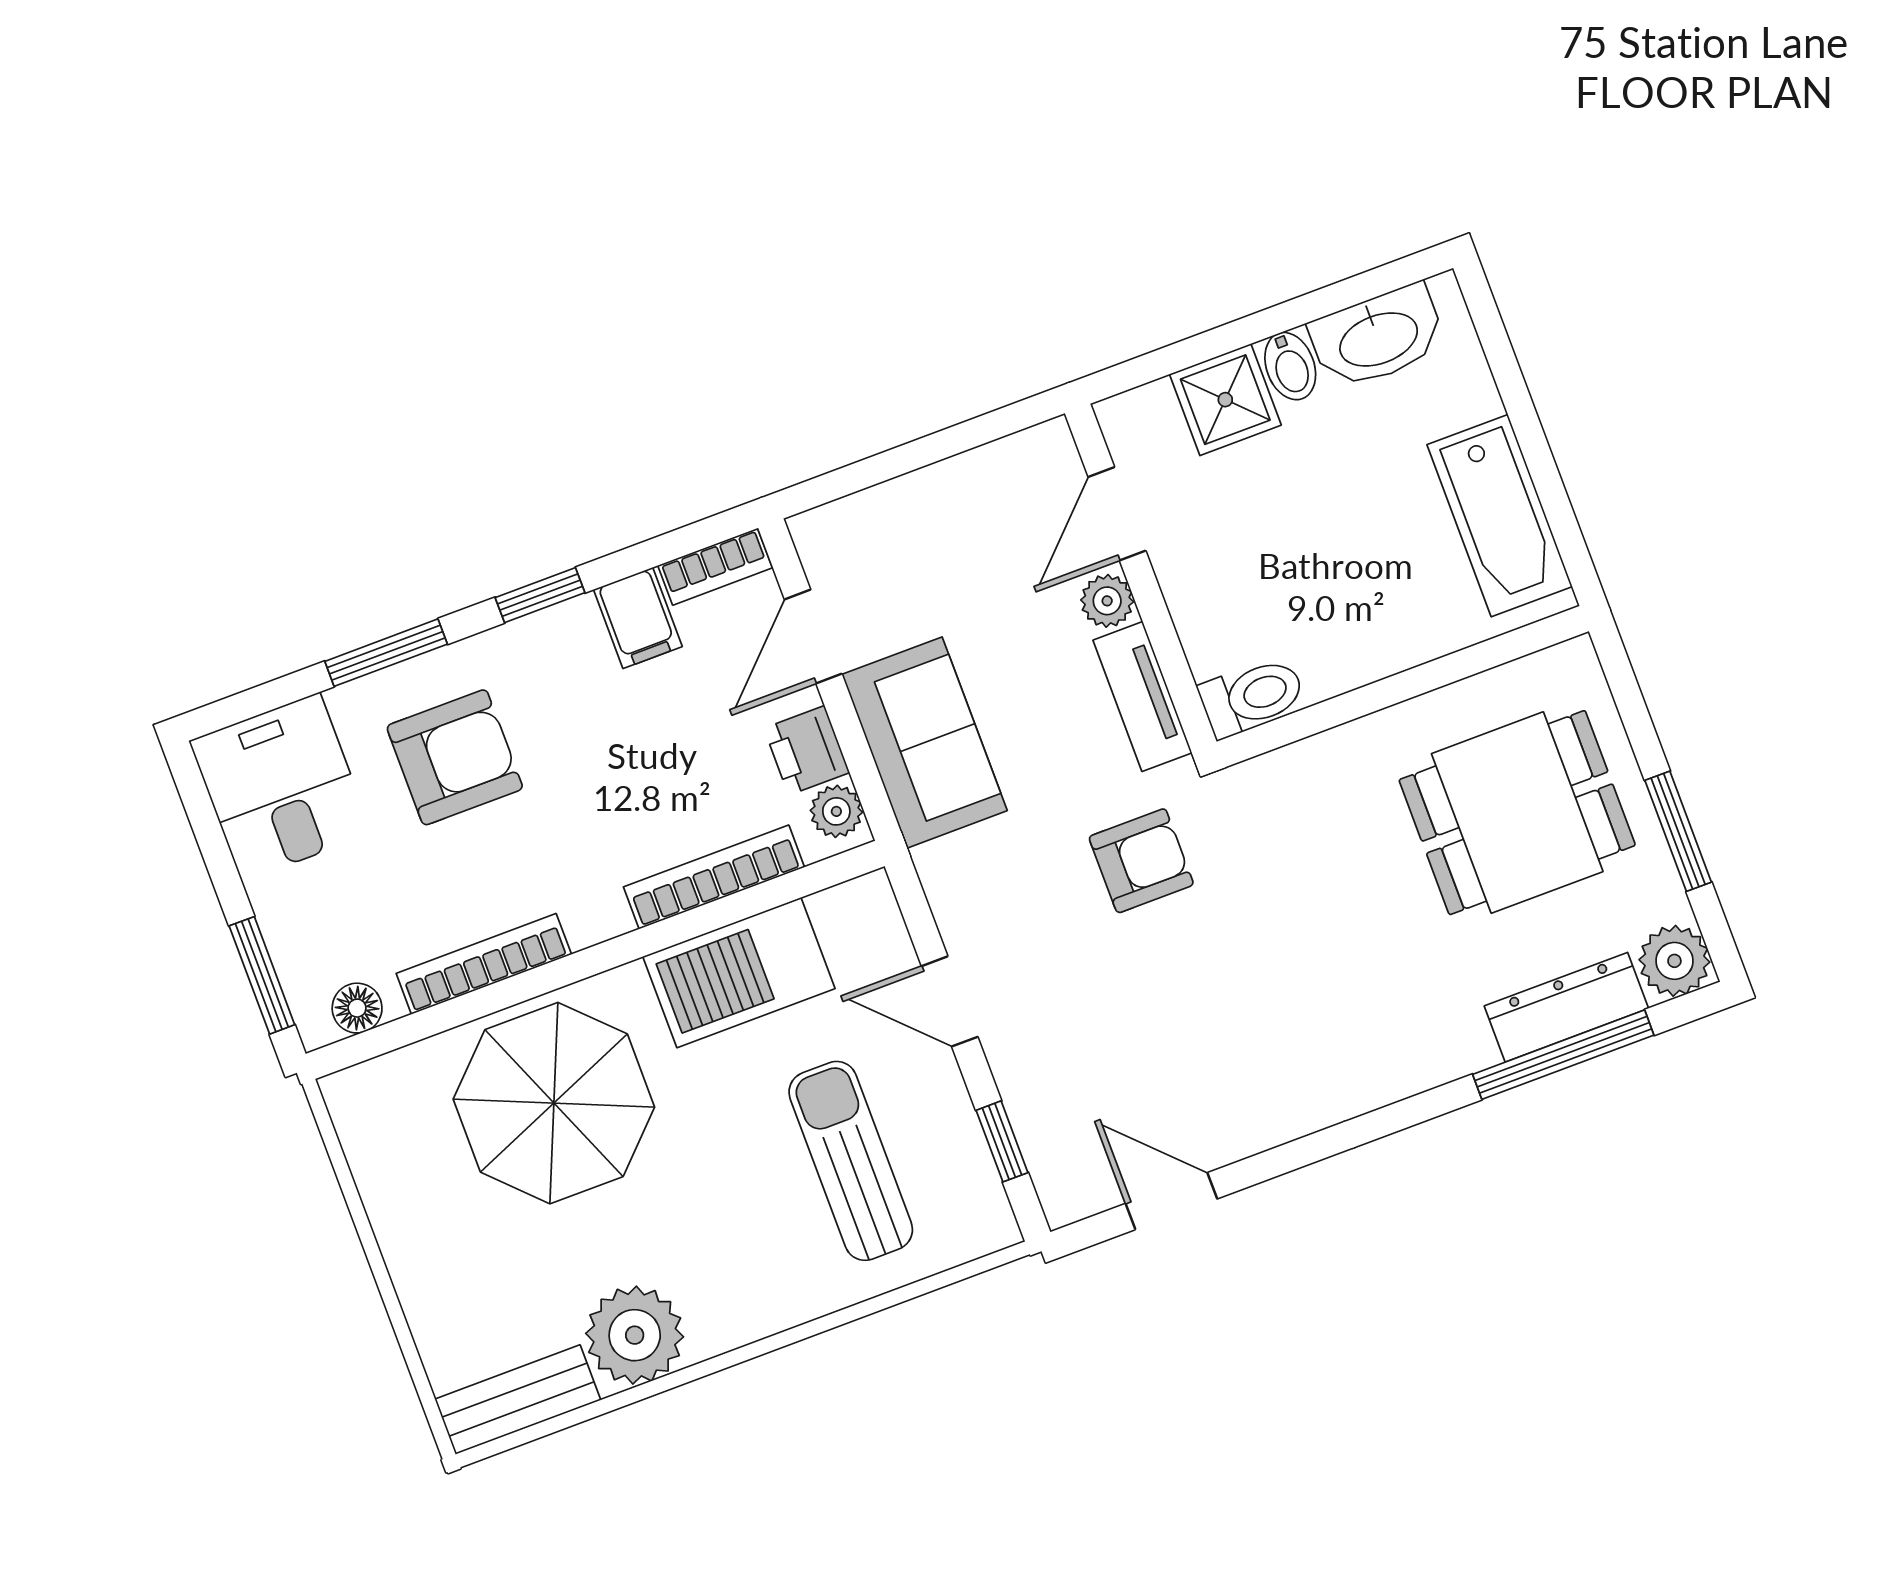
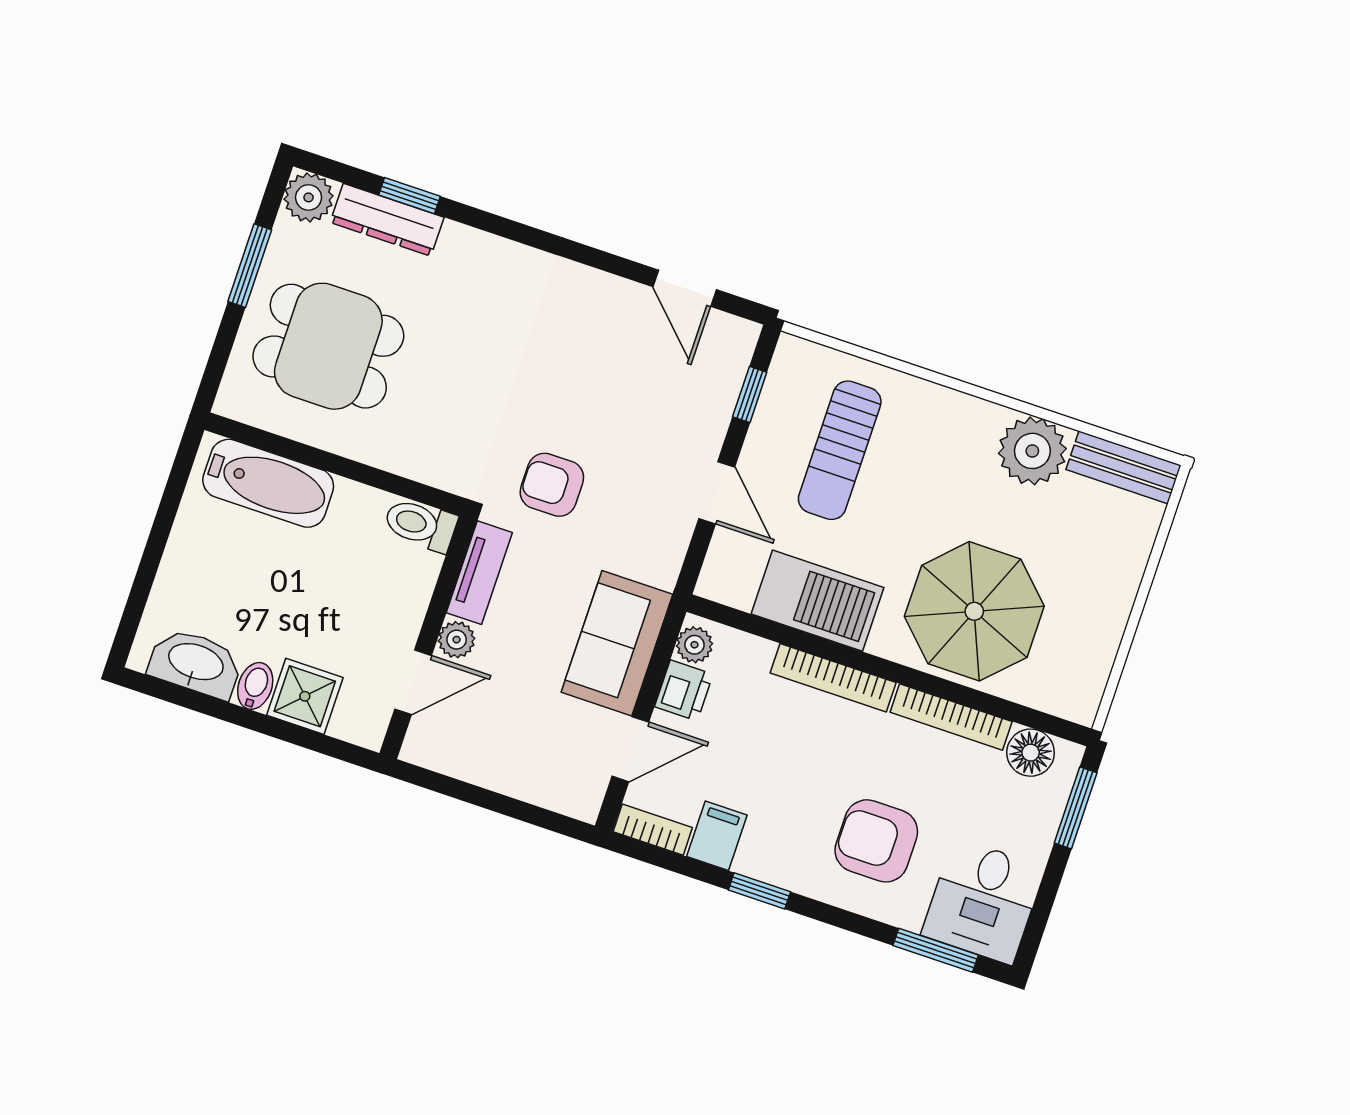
bathtub: (1500, 516) -> (268, 483), moved, turned 90
window: (386, 653) -> (936, 950), moved
bookcase: (714, 877) -> (833, 678), moved
floor lamp: (357, 1008) -> (1031, 753), width x1.37, depth x1.37
window: (1563, 1055) -> (409, 196), width x0.46

